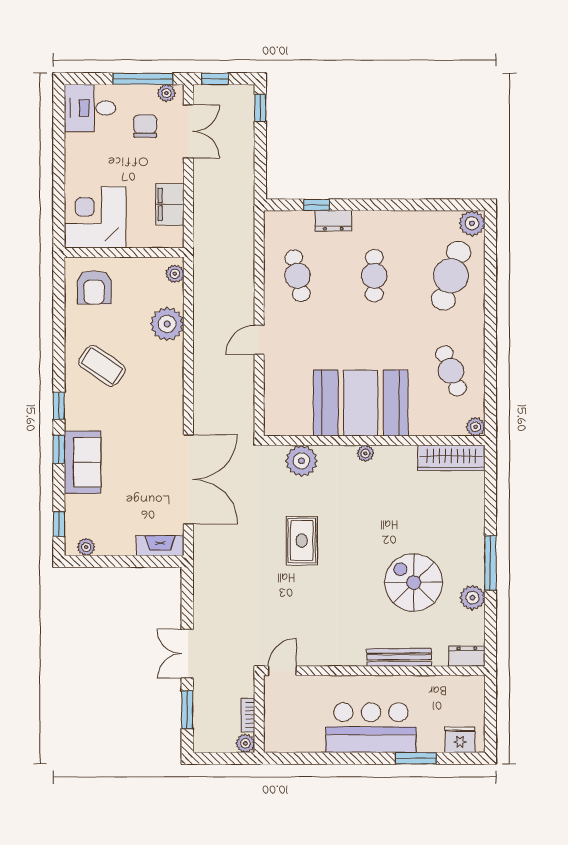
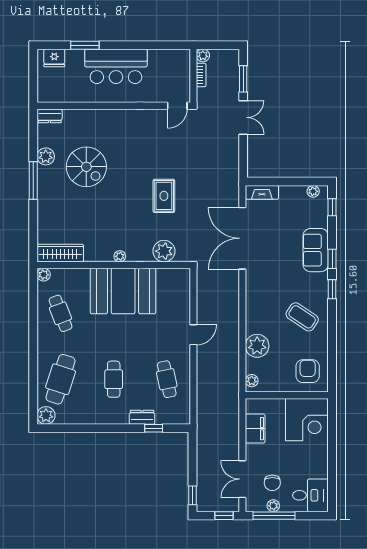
plant: (167, 93) -> (273, 506), moved
bench: (399, 657) -> (97, 115), removed

